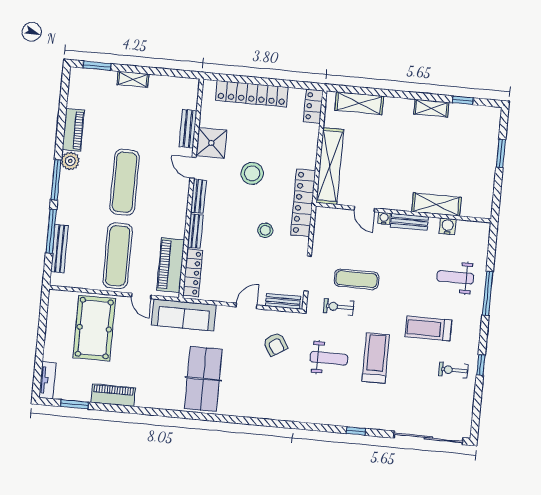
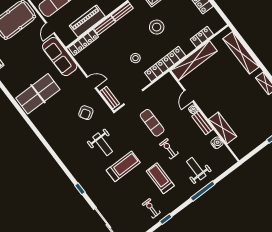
shelving: (359, 103) -> (241, 53), width x1.47
locker: (313, 106) -> (202, 37), moved
piano: (171, 265) -> (87, 21), moved
exercise bike: (339, 307) -> (169, 149), moved

